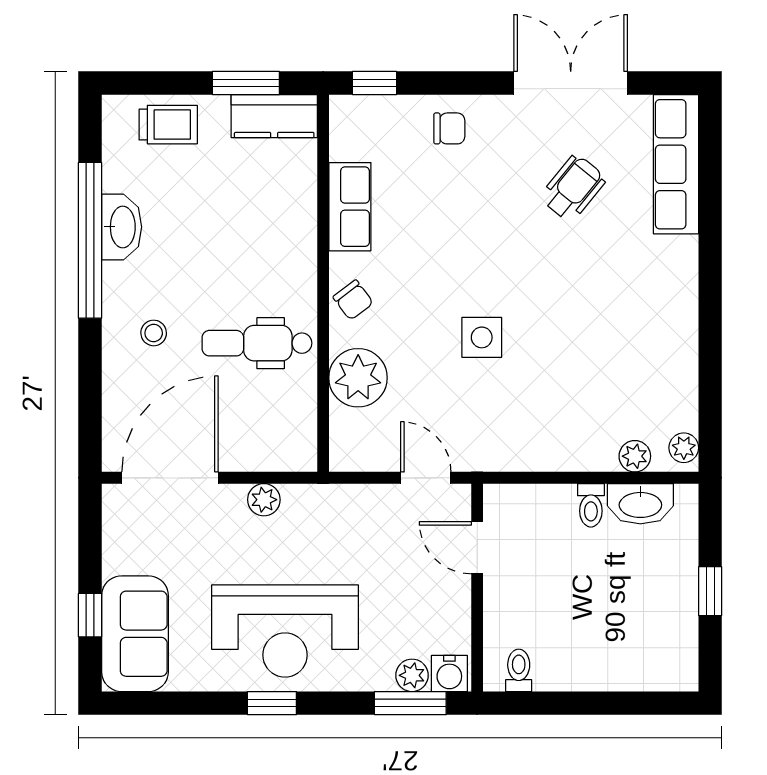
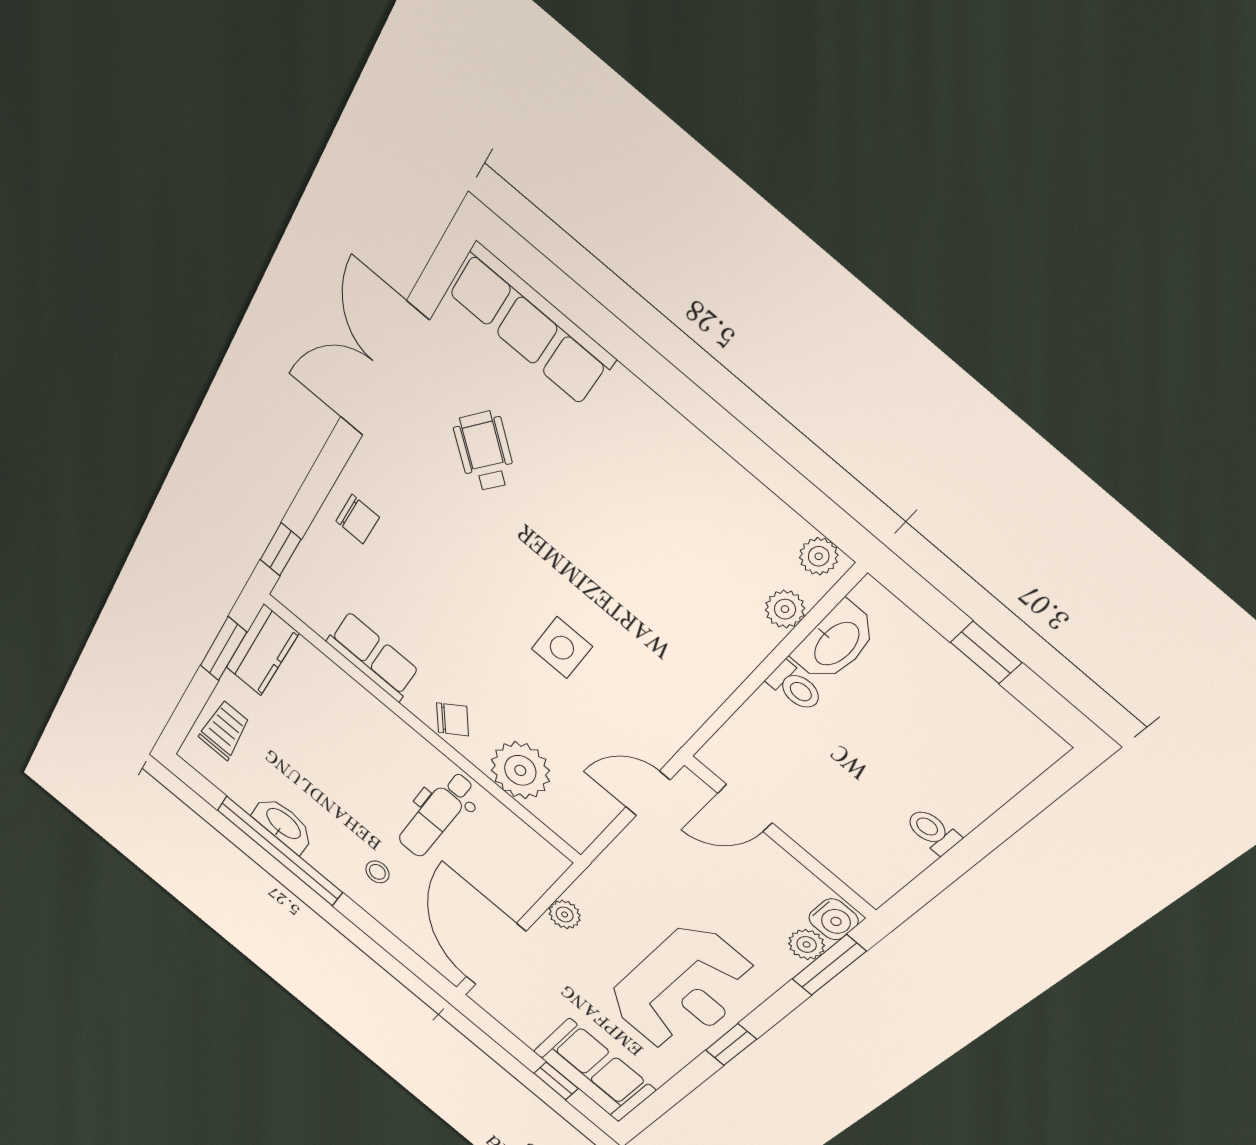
chair: (449, 128) -> (358, 519), turned 90
toilet: (519, 670) -> (933, 831), moved

